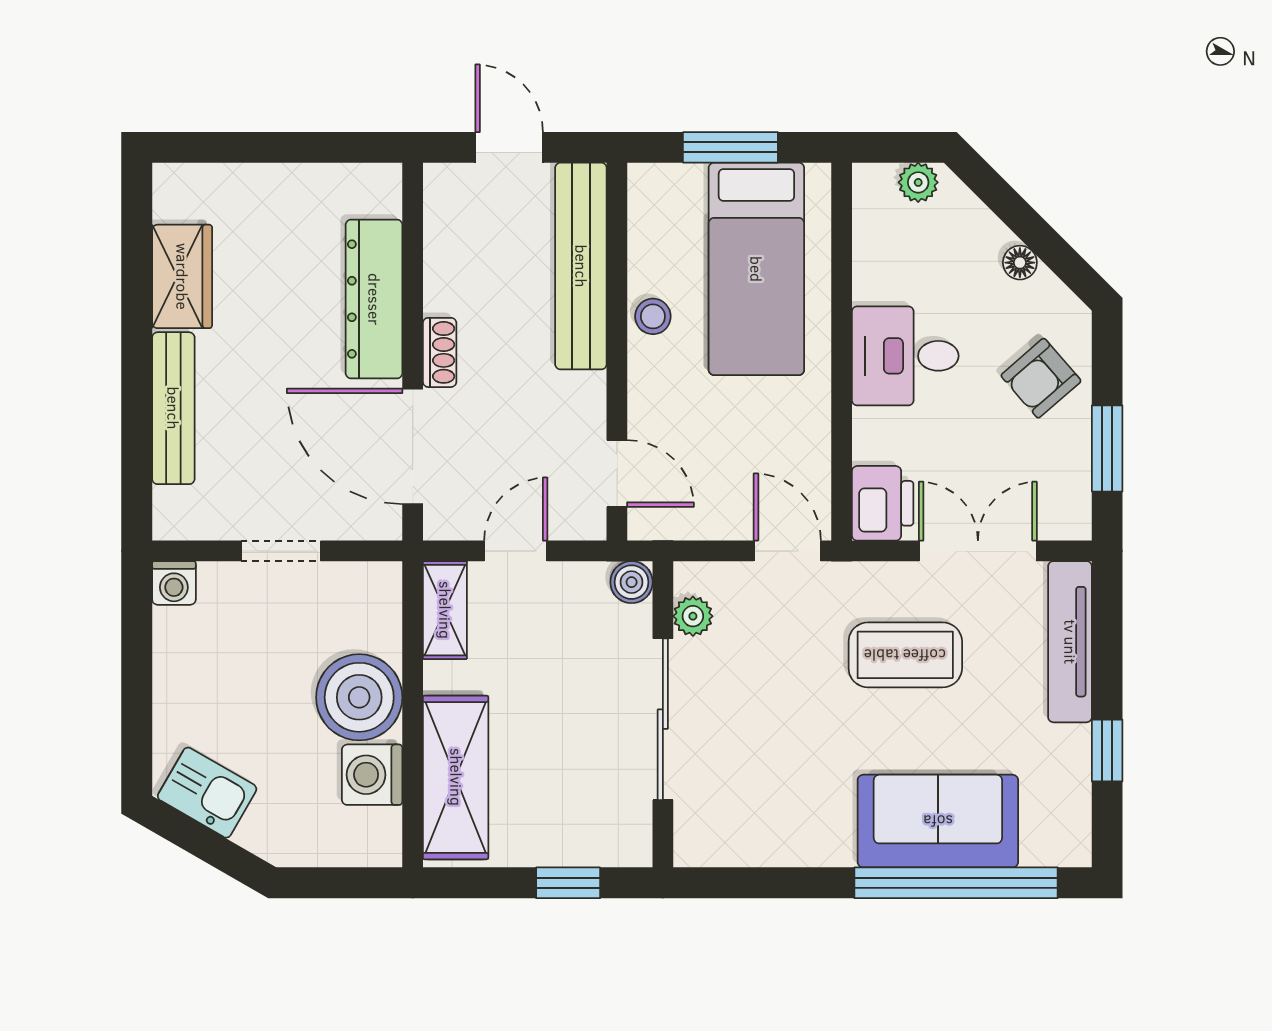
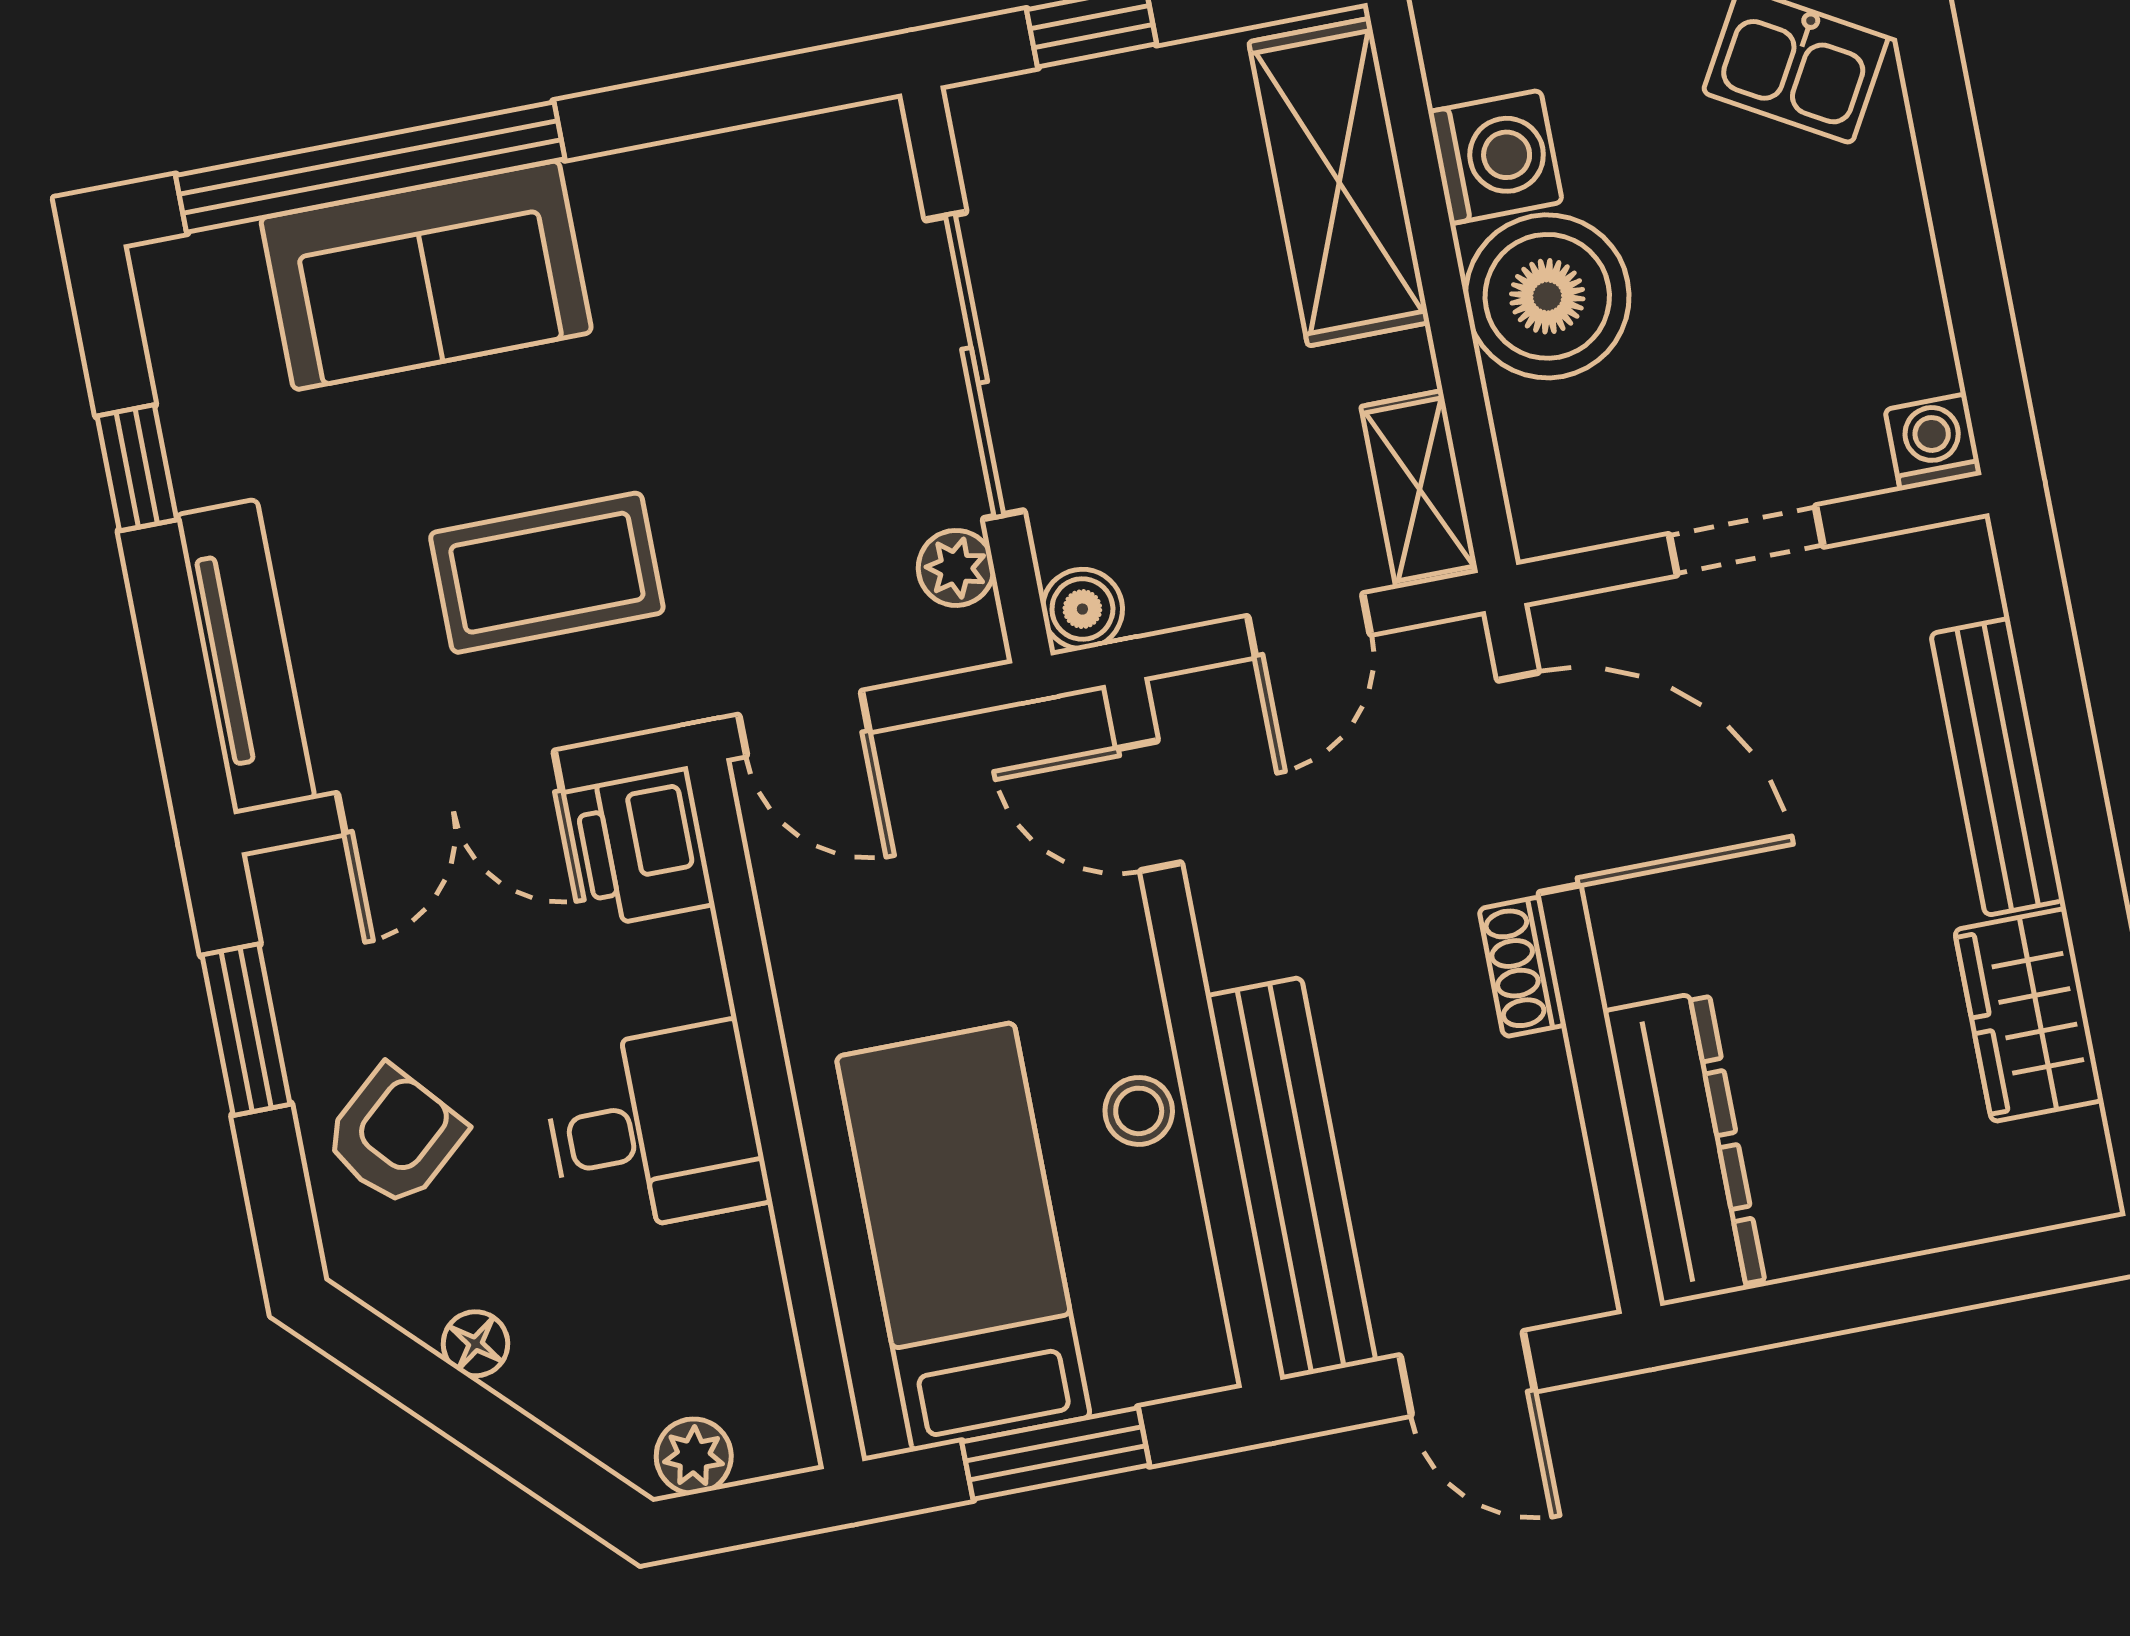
dresser: (374, 299) -> (1684, 1148), moved

